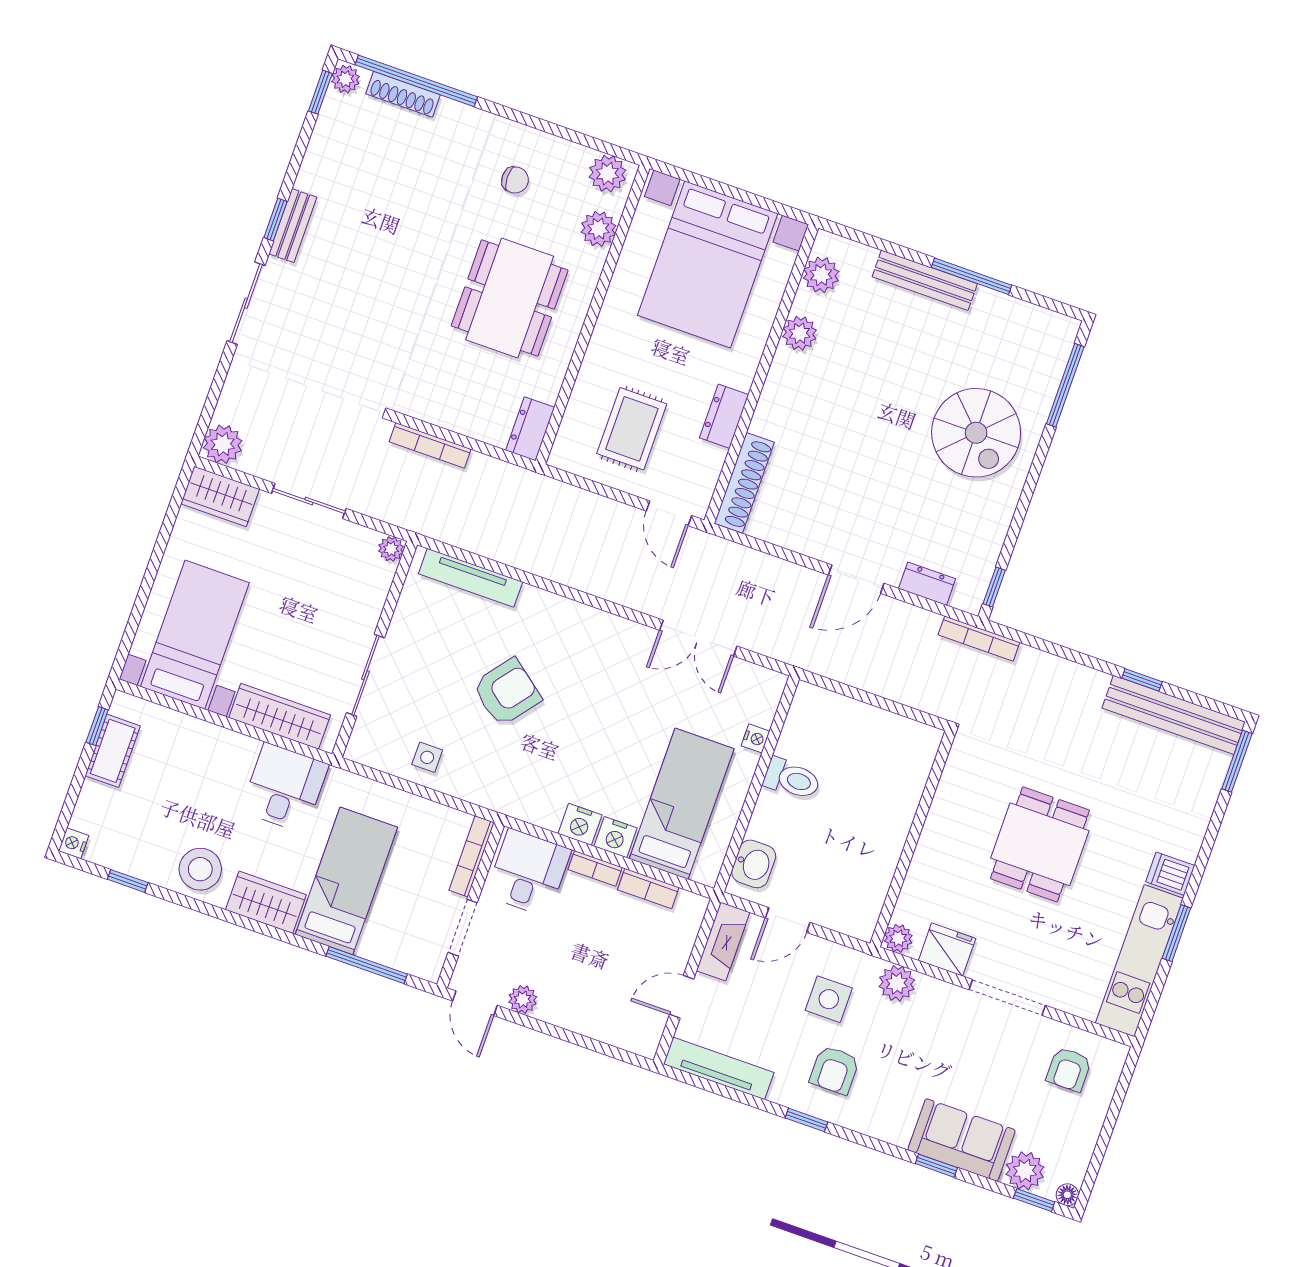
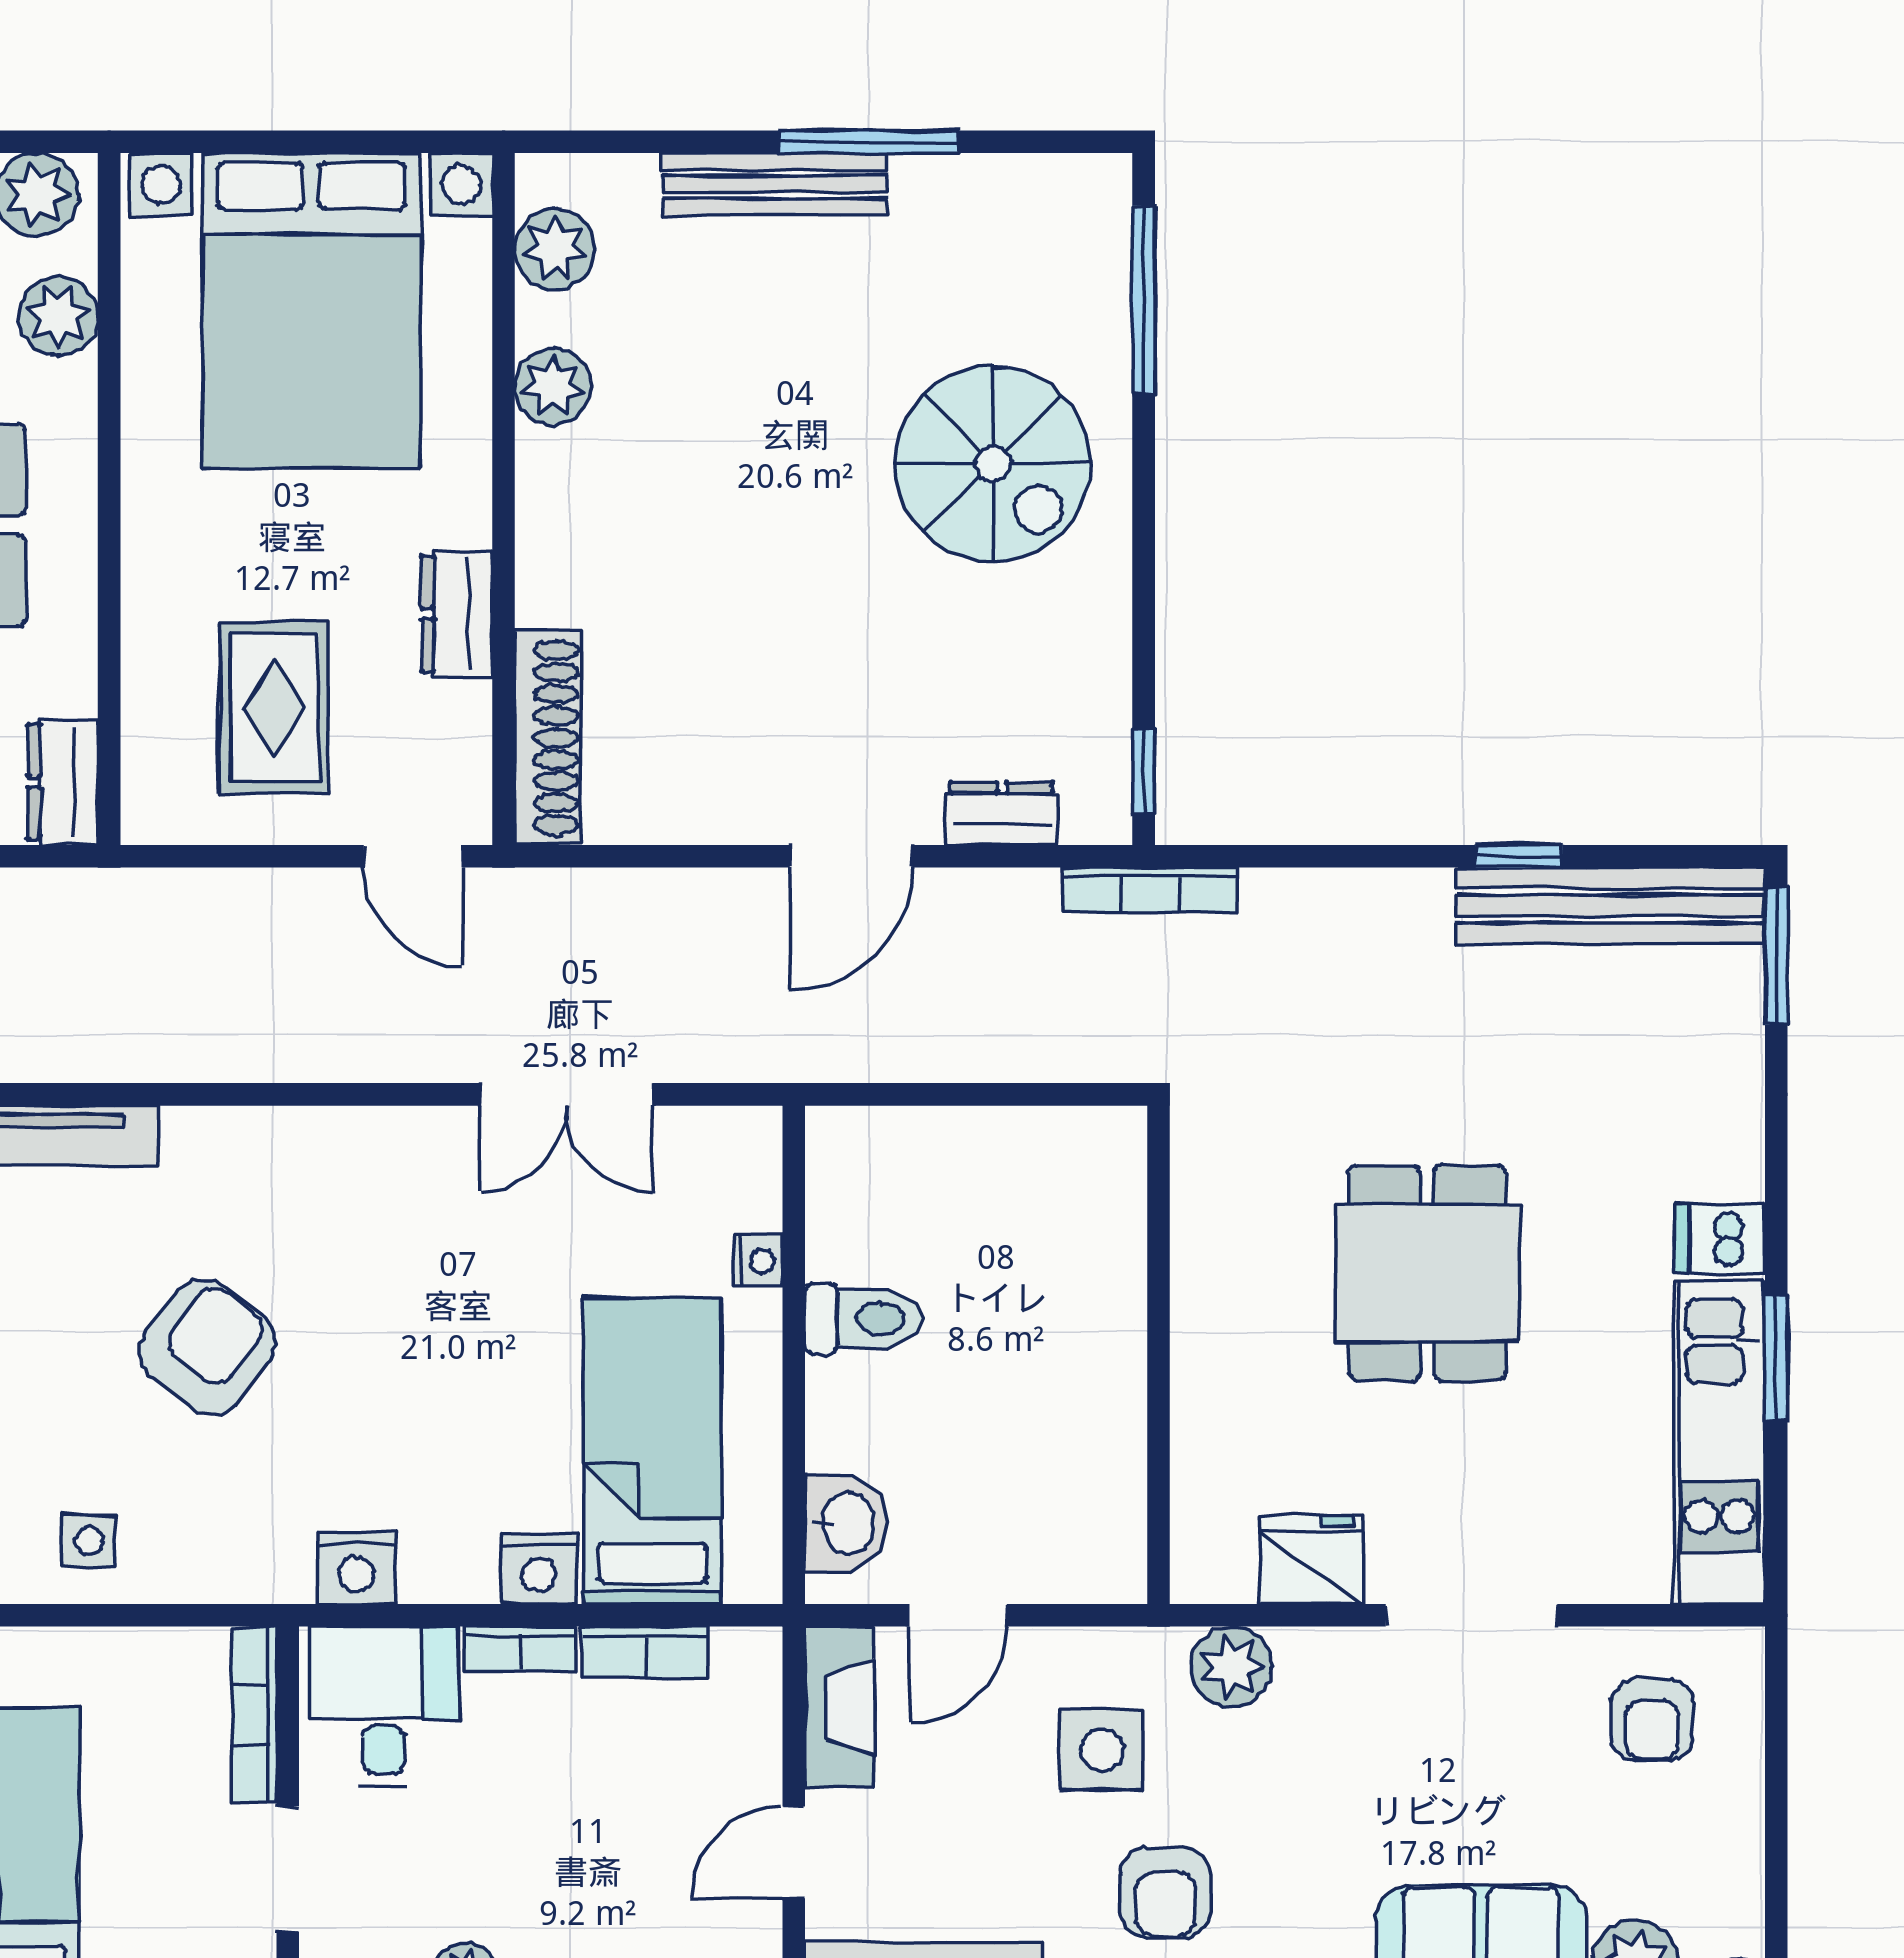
nightstand: (580, 824) -> (356, 1568), moved
plant: (898, 938) -> (1201, 1572), removed

